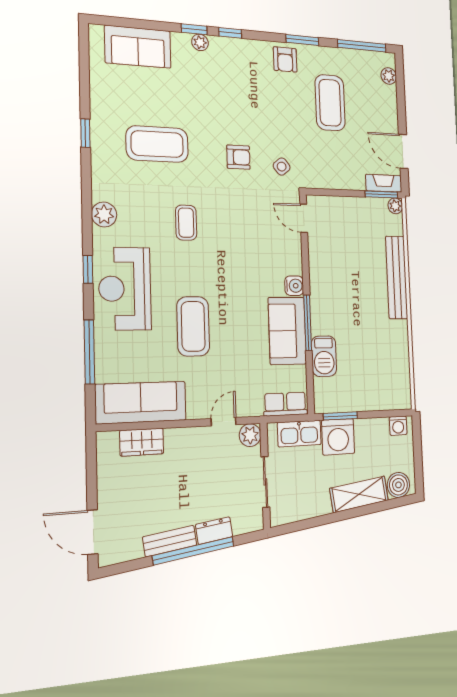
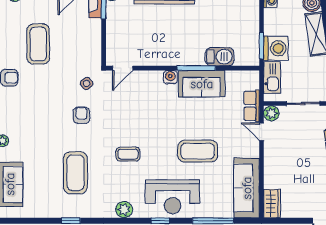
coffee table: (330, 103) -> (38, 44), turned 90
row of seats: (285, 404) -> (252, 106), moved
wardrobe: (142, 442) -> (272, 204), moved

